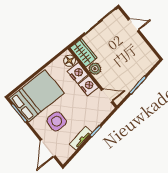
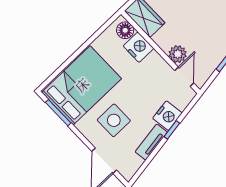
plant: (95, 69) -> (178, 54), moved
nightstand: (88, 86) -> (167, 116), moved, turned 81
door: (107, 96) -> (184, 77), hinge flipped

